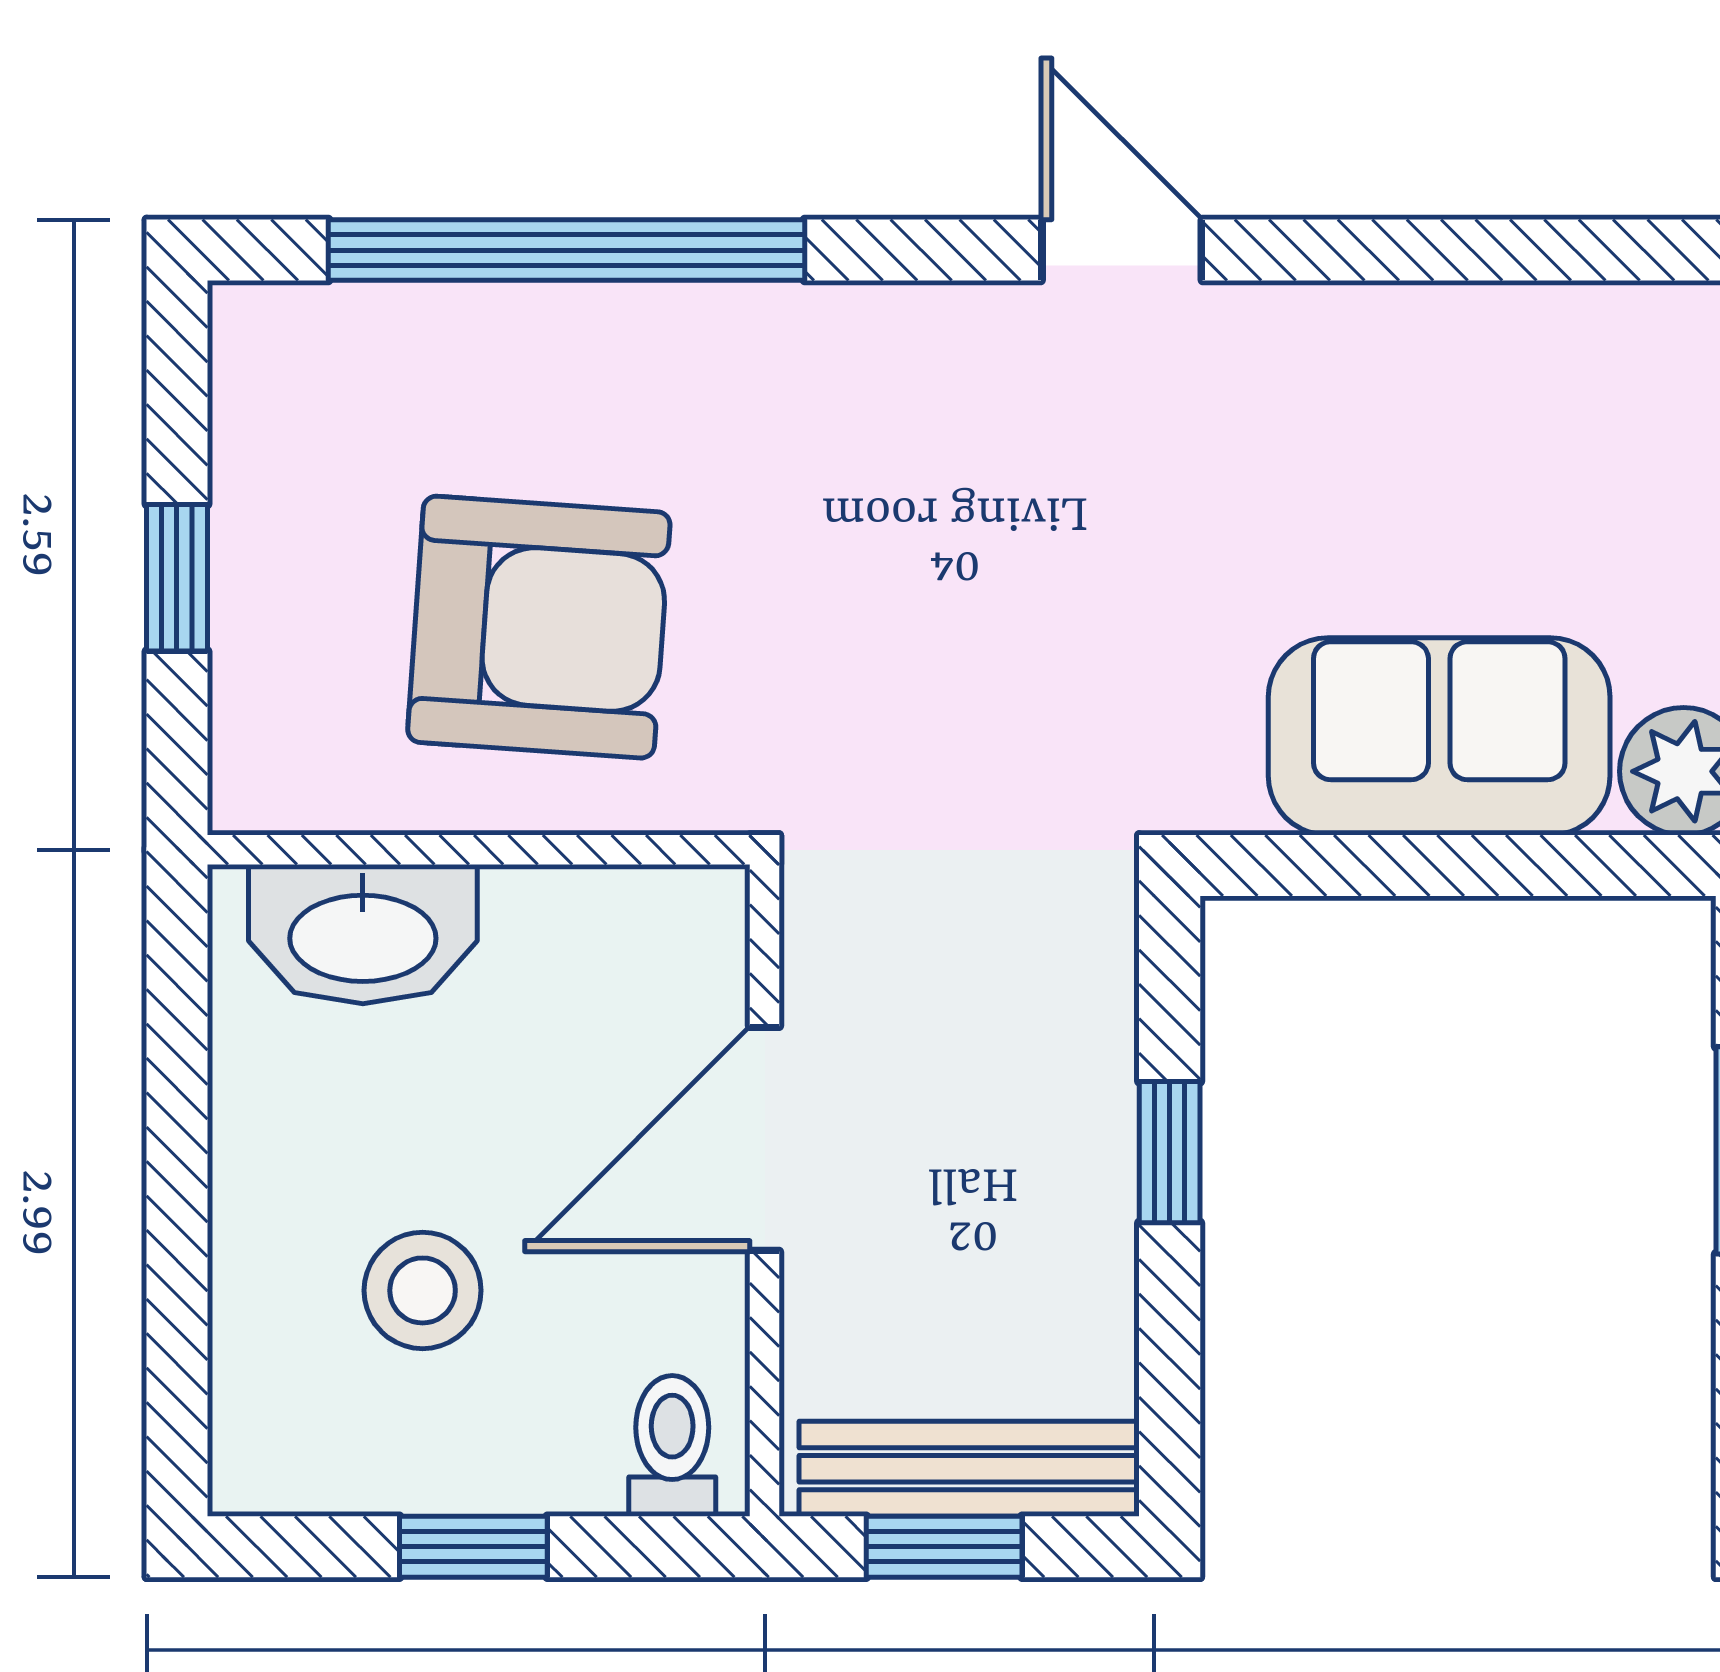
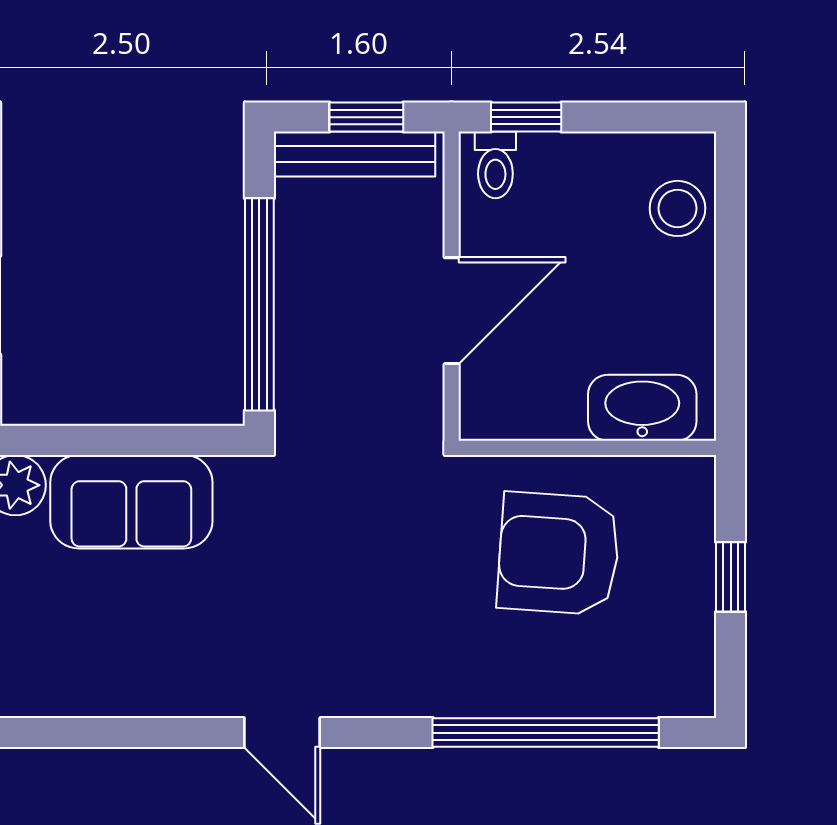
window: (1170, 1152) -> (259, 304), width x3.17
stool: (423, 1290) -> (677, 208), moved
window: (473, 1547) -> (526, 117), moved

